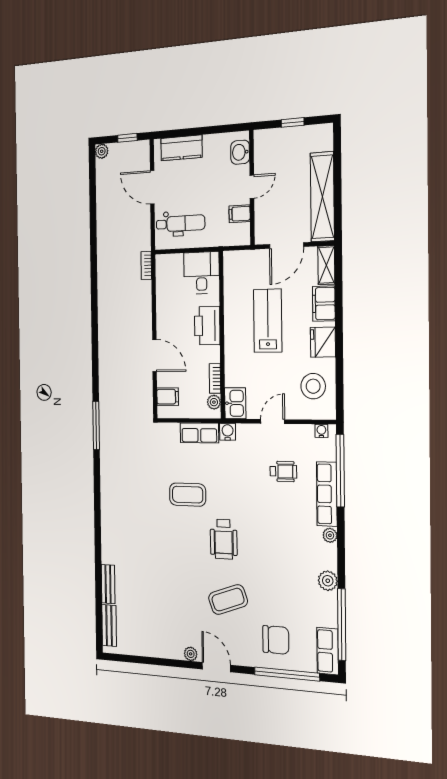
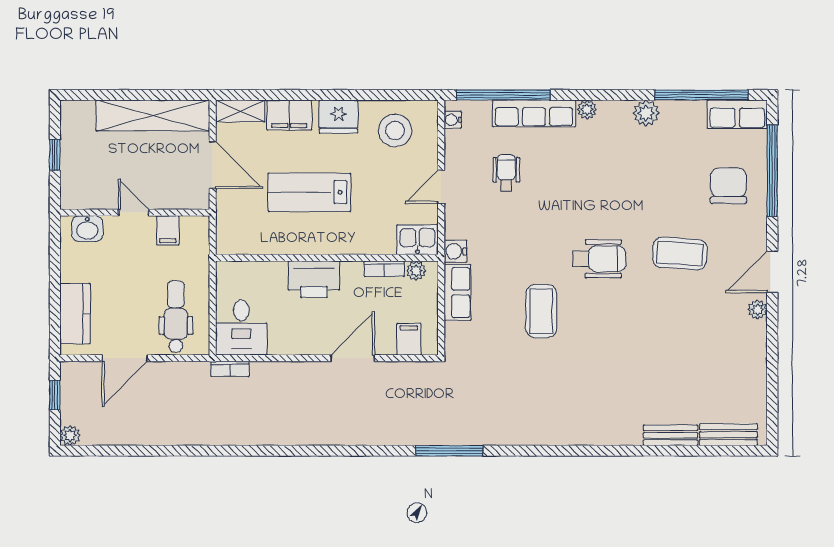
desk: (202, 273) -> (241, 328), moved, turned -90
door: (273, 421) -> (441, 187), hinge flipped
coffee table: (228, 600) -> (680, 254), turned -66

